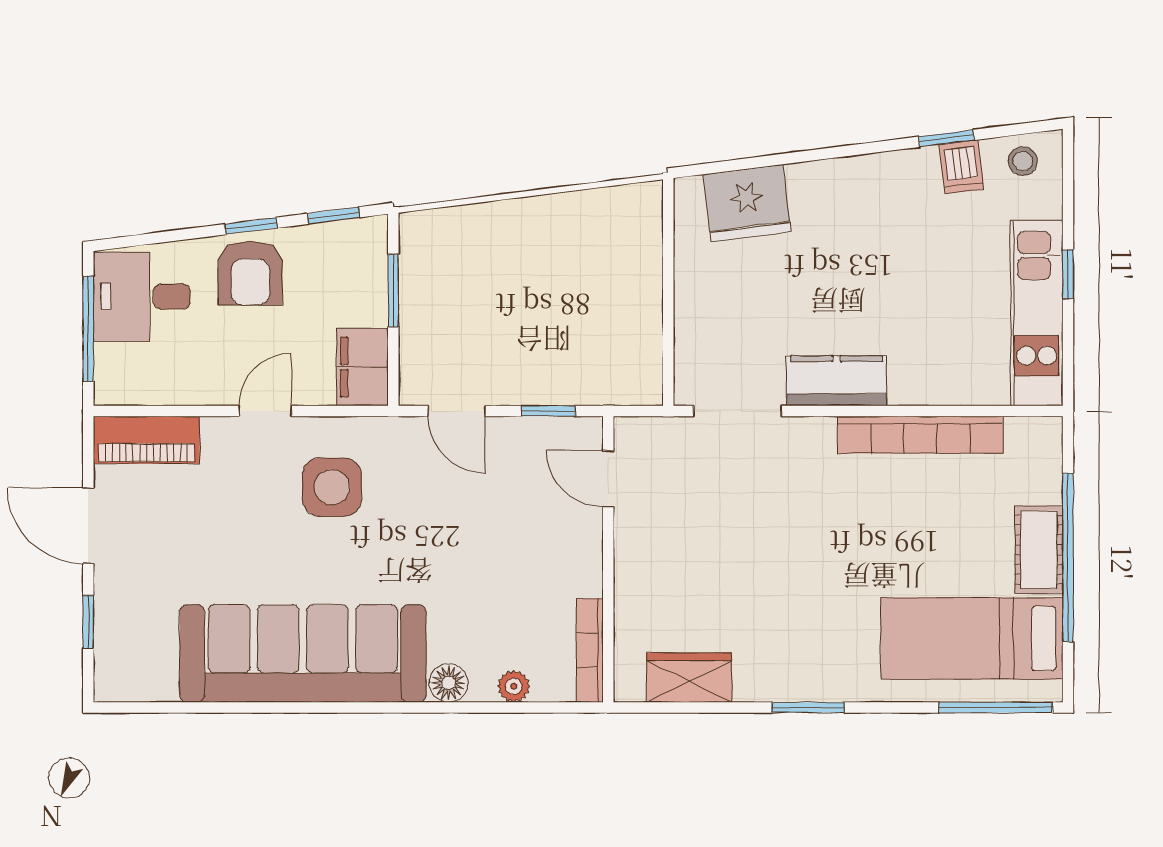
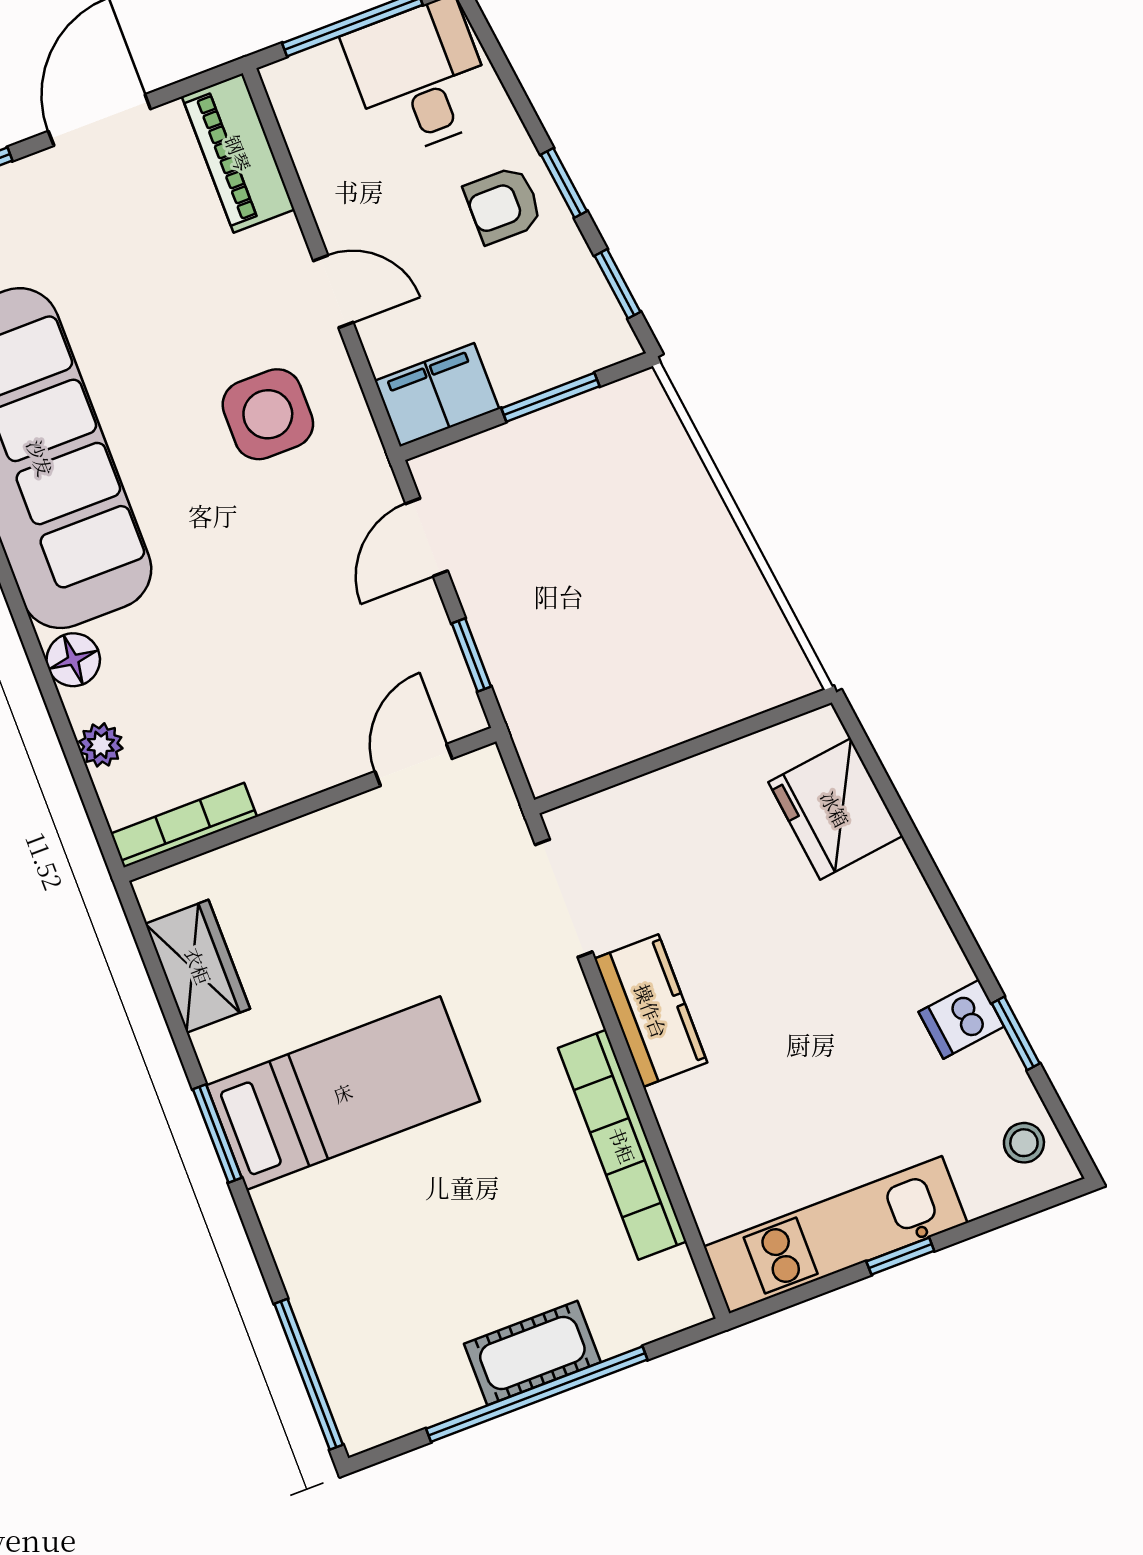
dishwasher: (961, 167) -> (961, 1019), moved
armchair: (250, 273) -> (503, 205), width x0.72, depth x0.72
bed: (972, 638) -> (343, 1093), moved, turned 90

